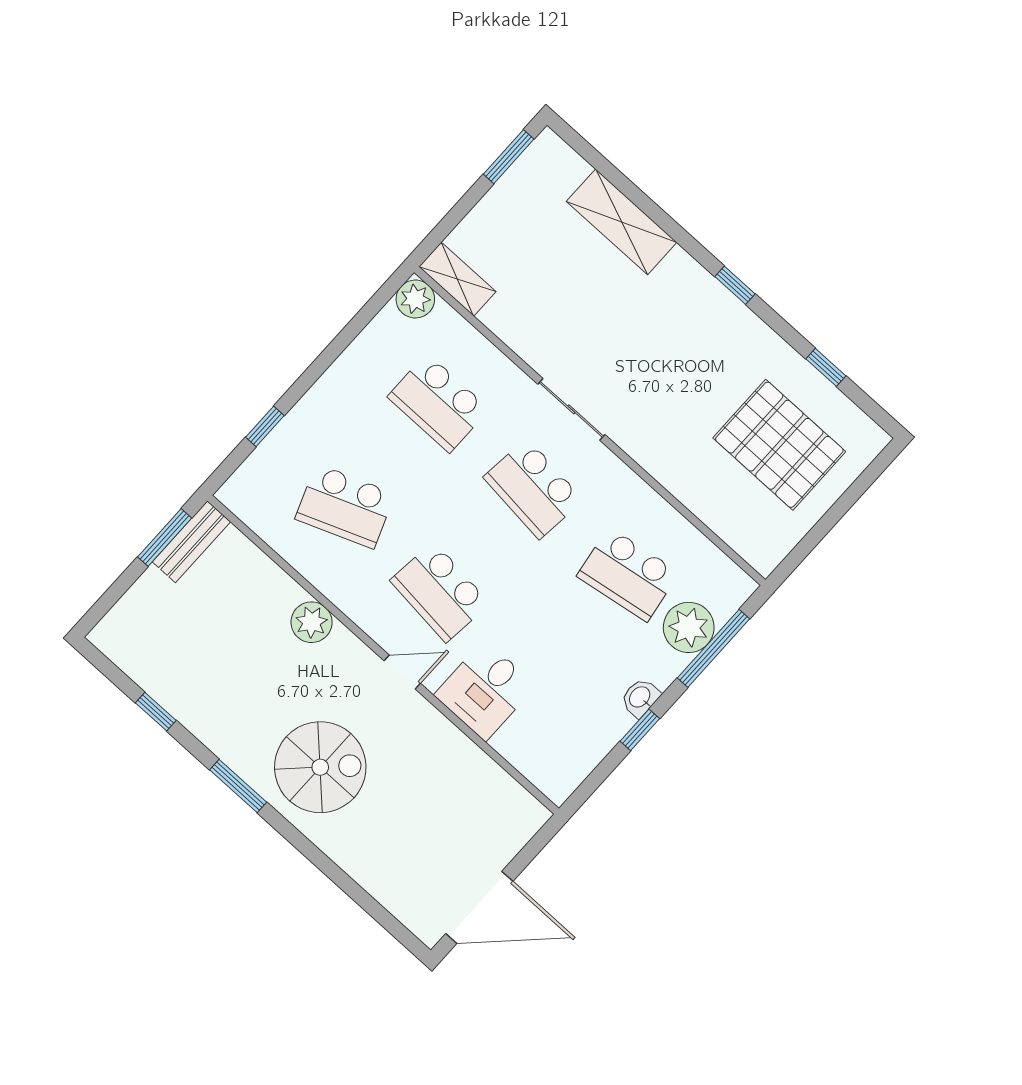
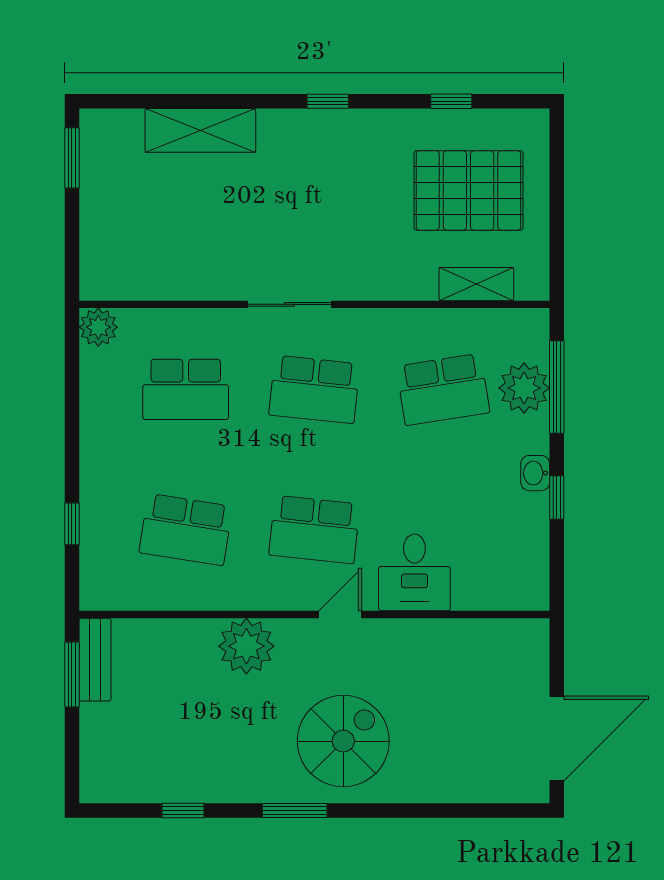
shelving: (457, 279) -> (476, 284), moved
school desk: (345, 506) -> (186, 529), turned 30
plant: (312, 622) -> (246, 646), width x1.36, depth x1.36

